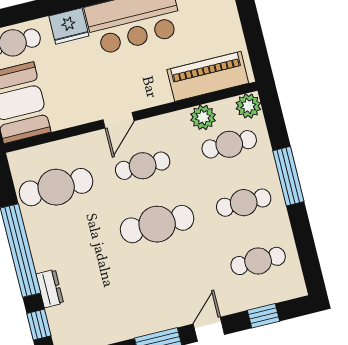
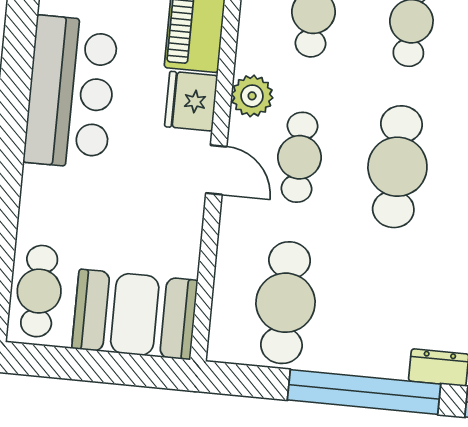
fridge: (69, 26) -> (191, 101), moved, turned 180
plant: (203, 117) -> (252, 96), moved

